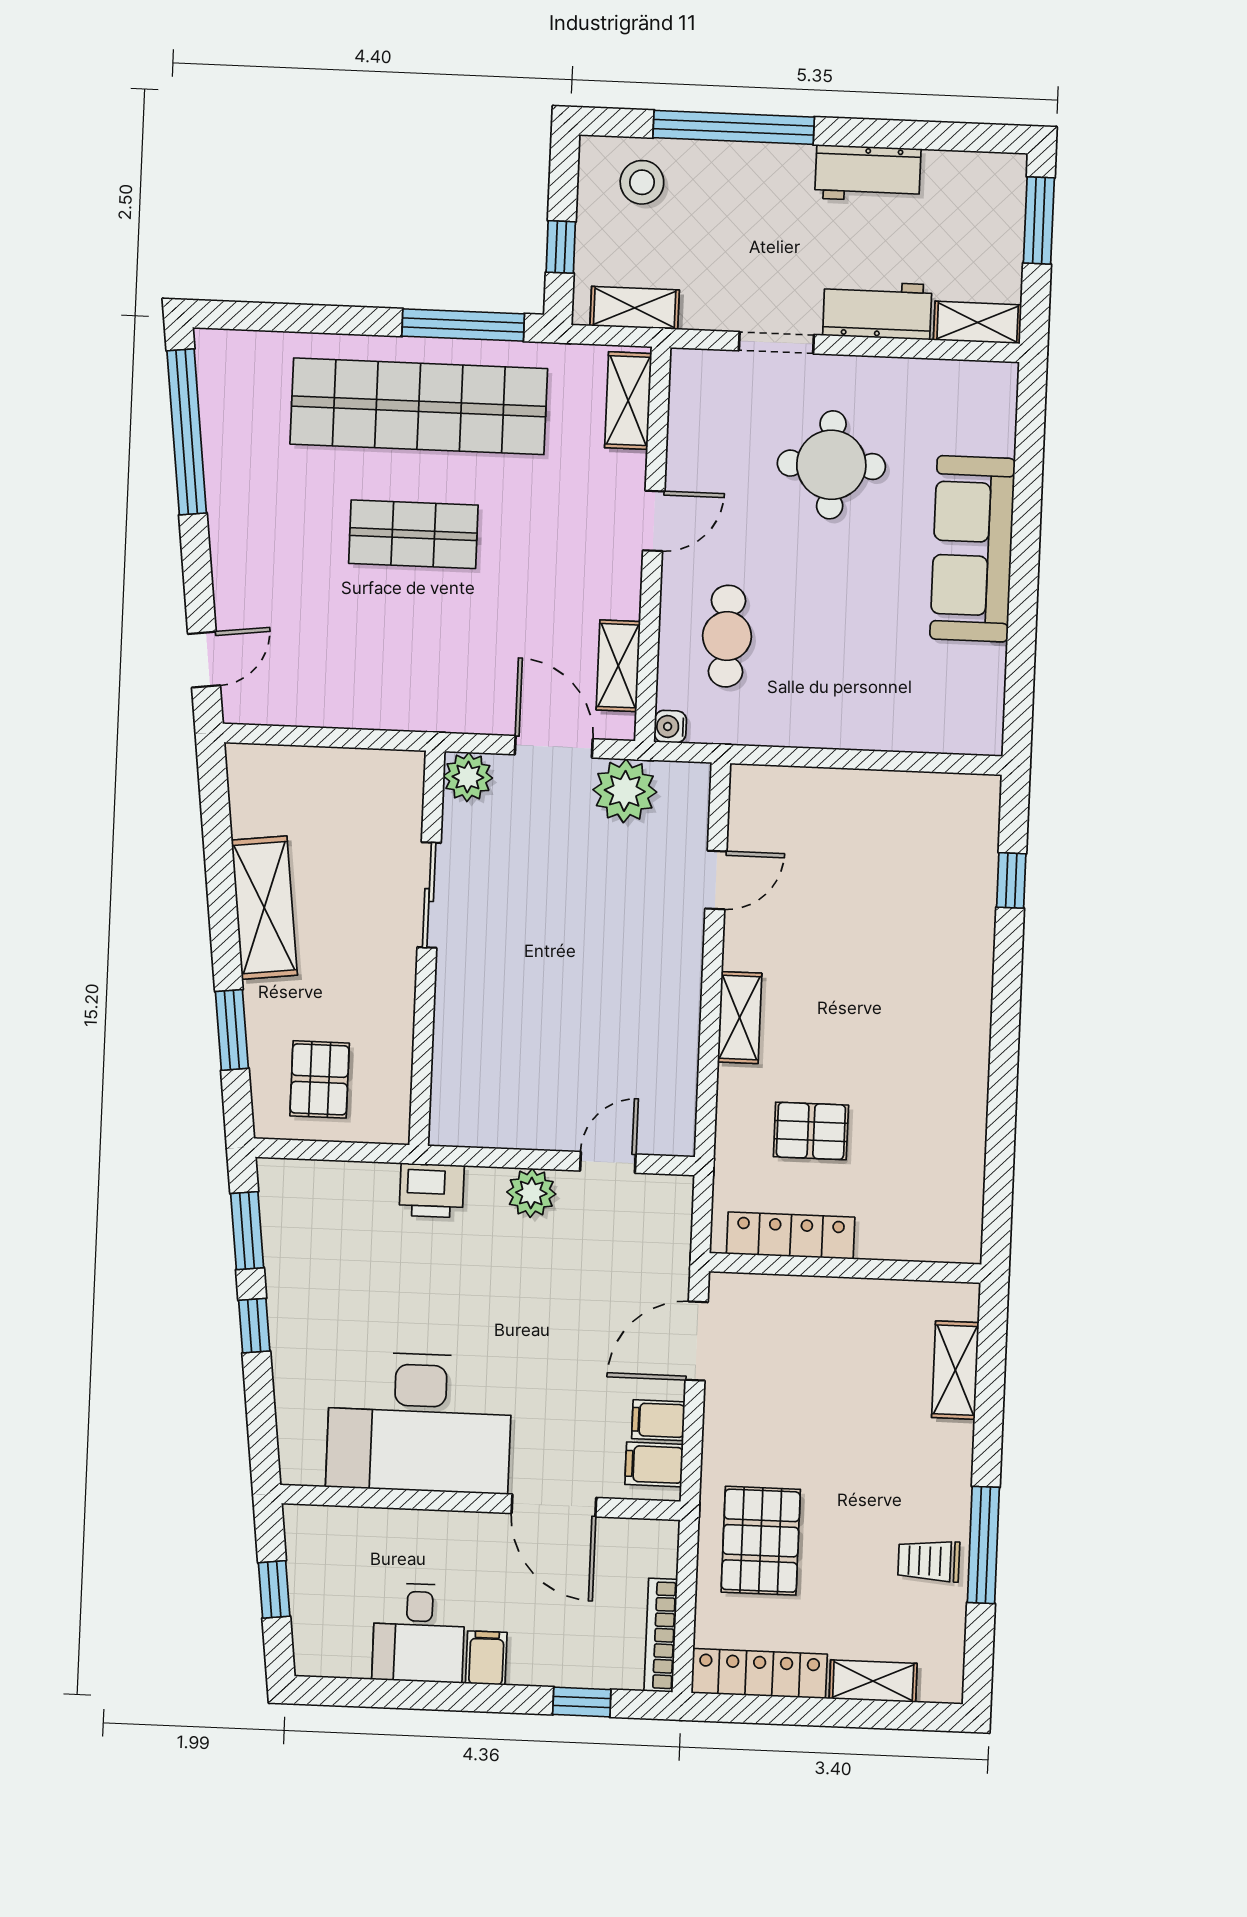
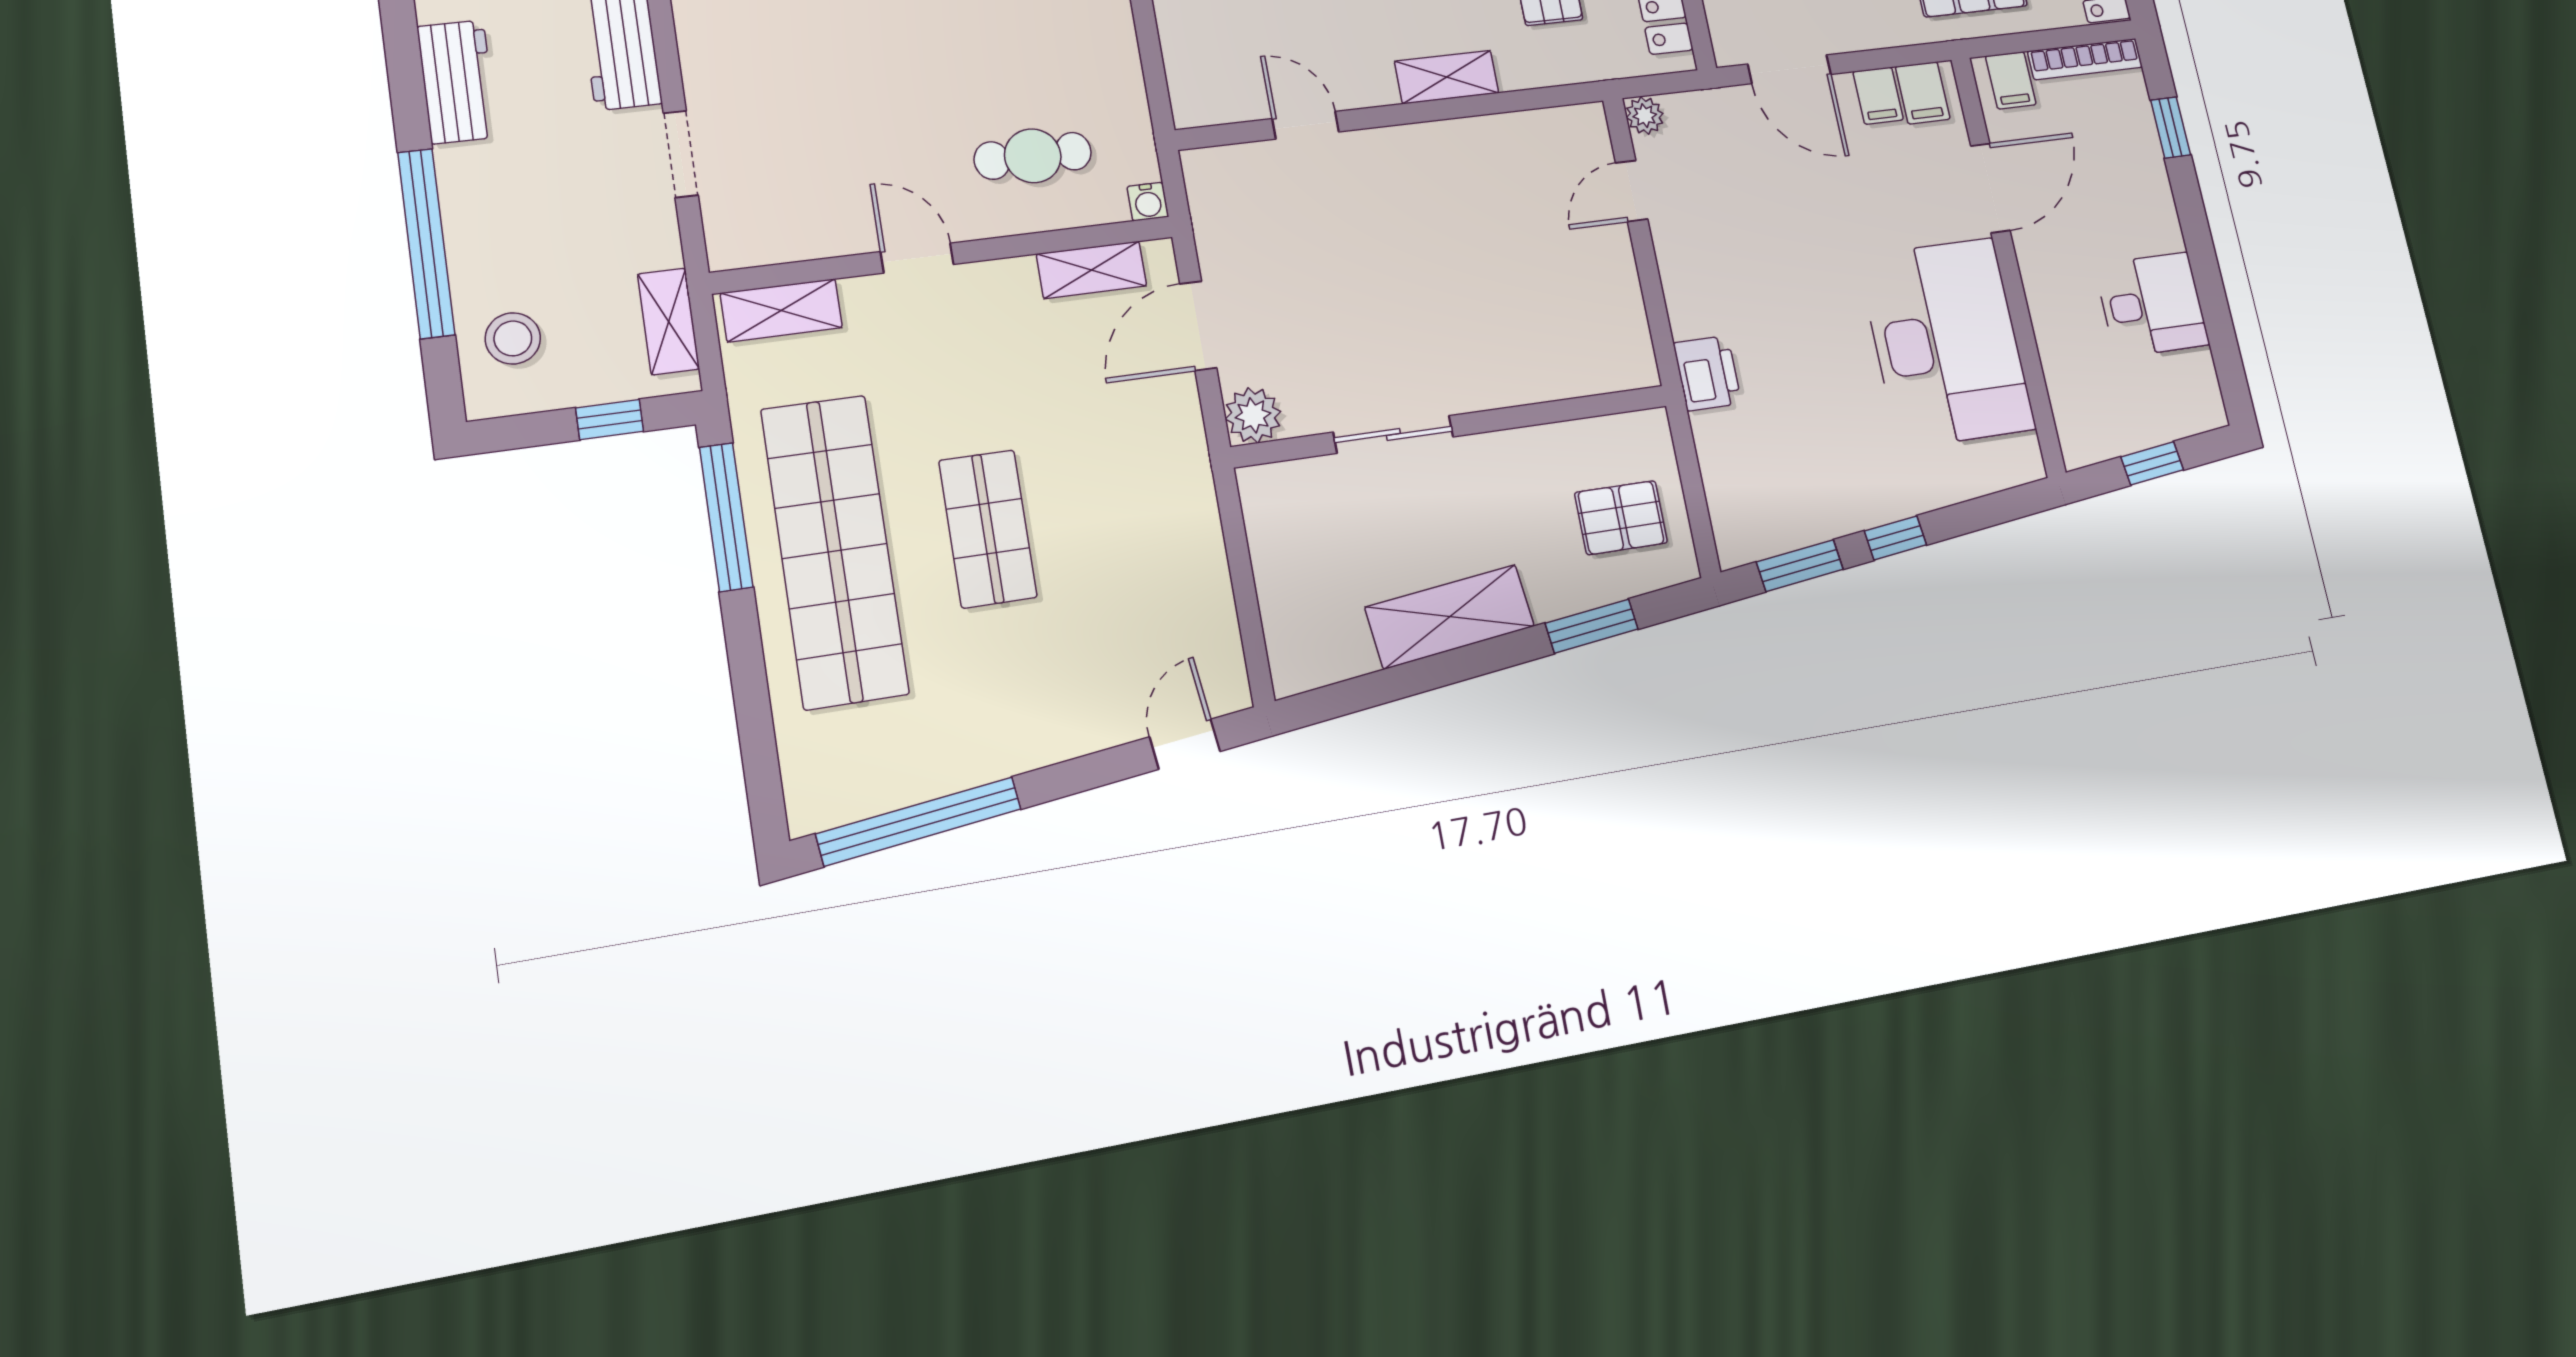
round table: (831, 465) -> (813, 72), removed
door: (204, 660) -> (1185, 744), hinge flipped
plant: (625, 791) -> (1230, 239), removed
door: (608, 1162) -> (1632, 191), hinge flipped
plant: (531, 1193) -> (1645, 116), moved, width x0.73, depth x0.73
filing cabinet: (486, 1658) -> (2011, 80), moved, turned -90

